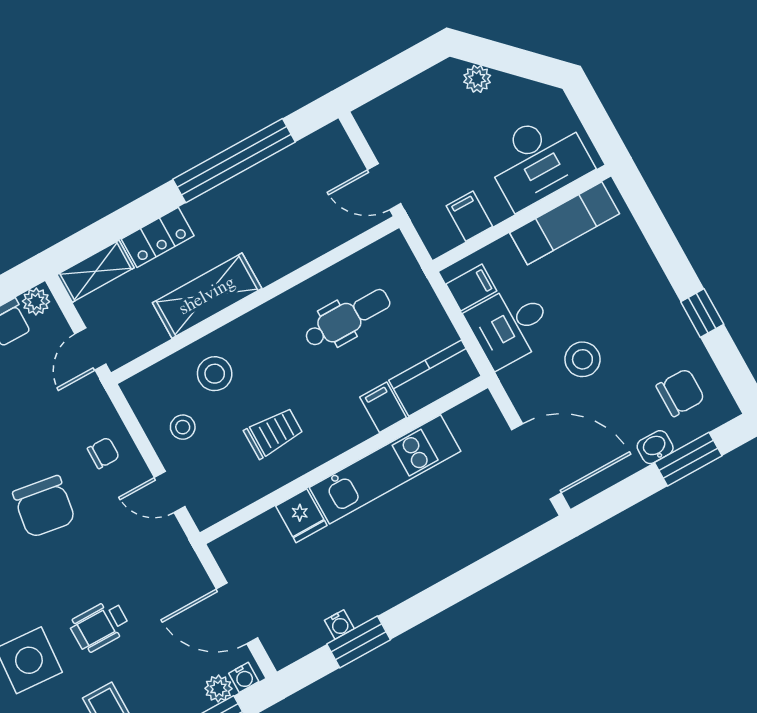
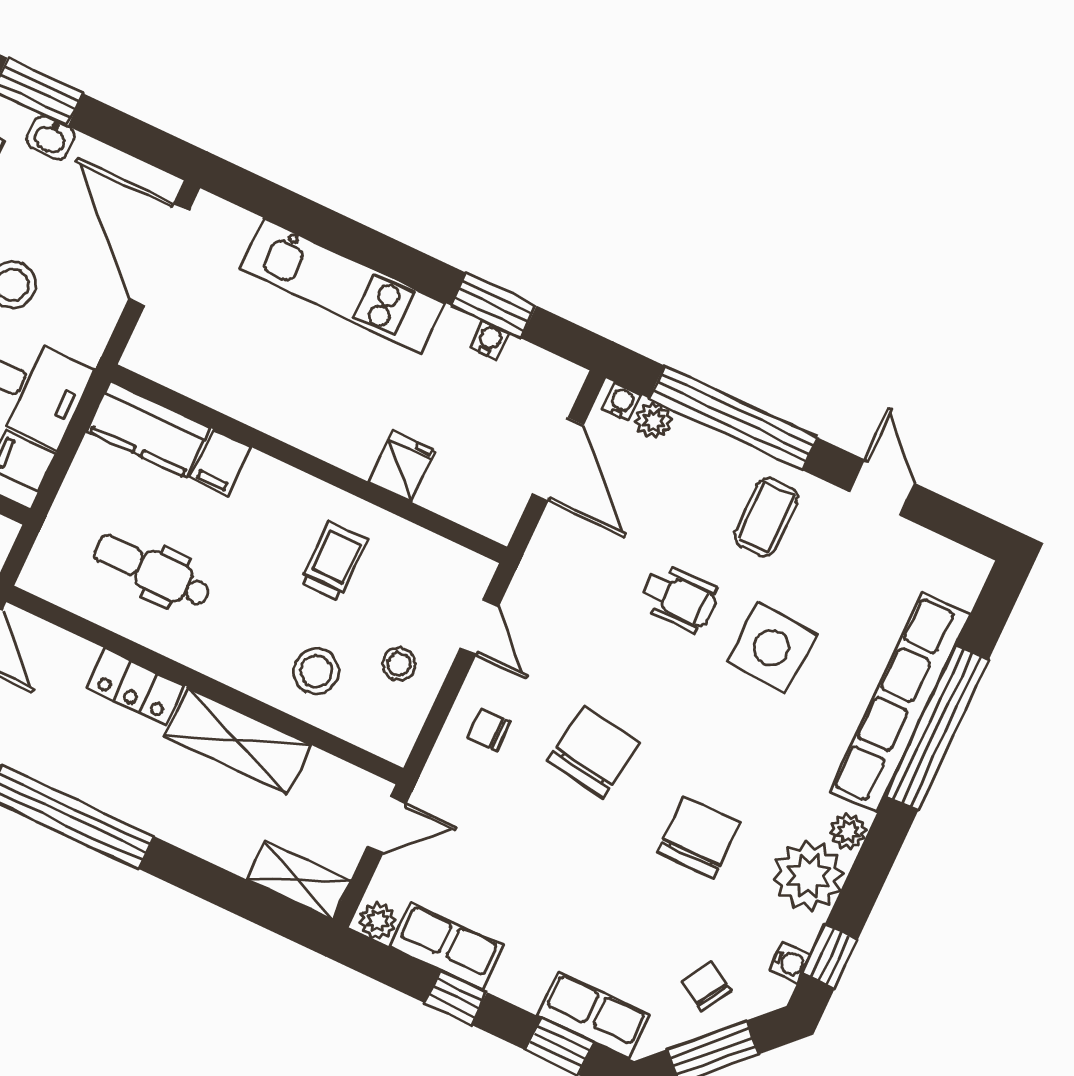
locker: (158, 237) -> (135, 687), moved, turned 180
trolley: (274, 433) -> (334, 561), turned 90
kitchen unit: (385, 469) -> (342, 286), moved, turned 180

